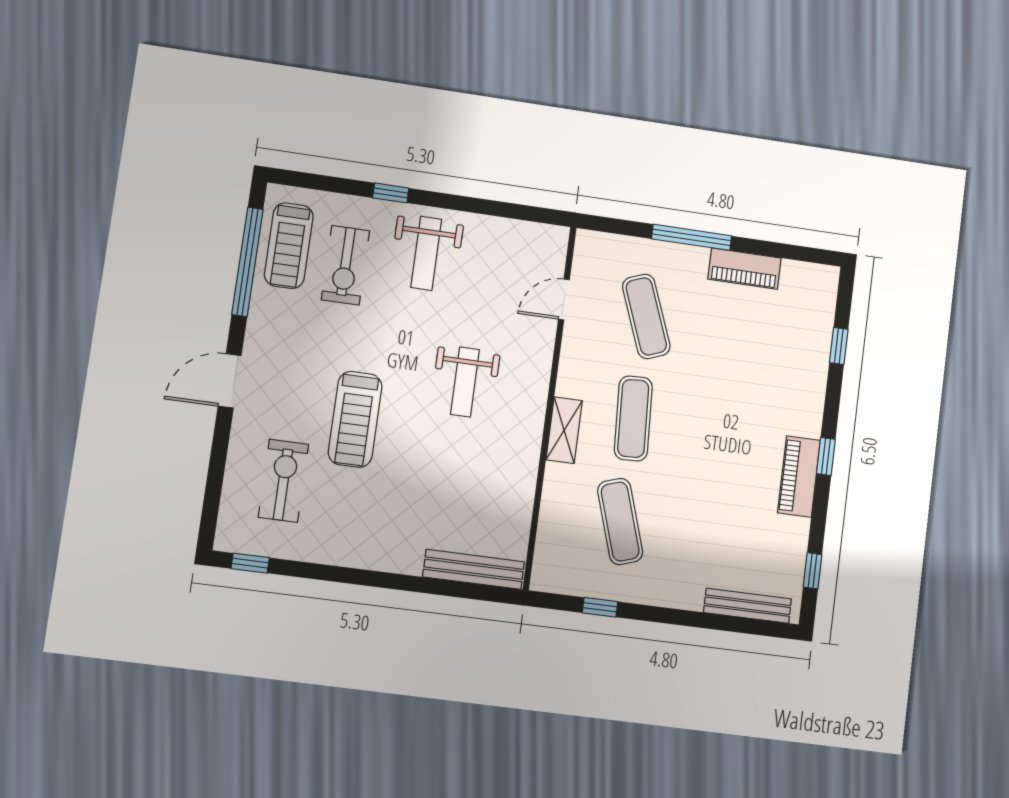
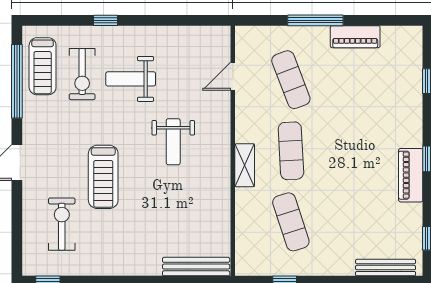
weight bench: (426, 253) -> (131, 79), moved, turned 90

